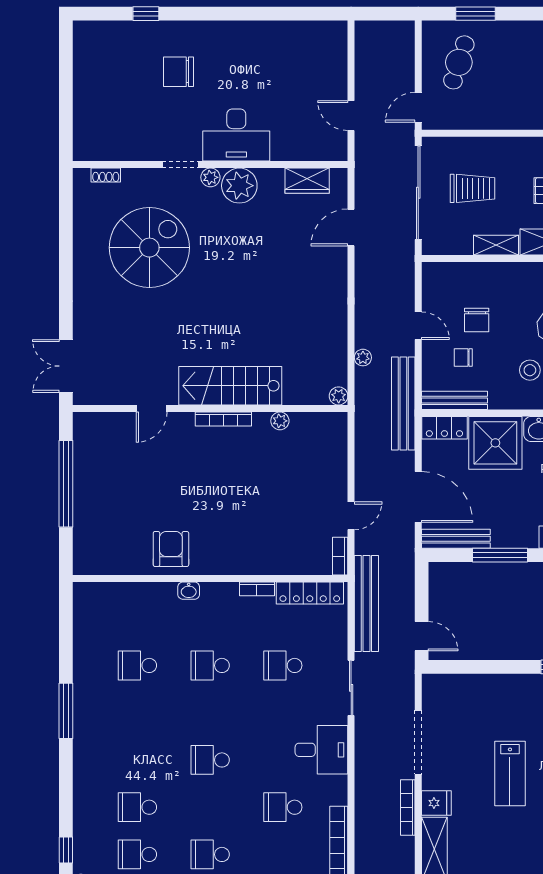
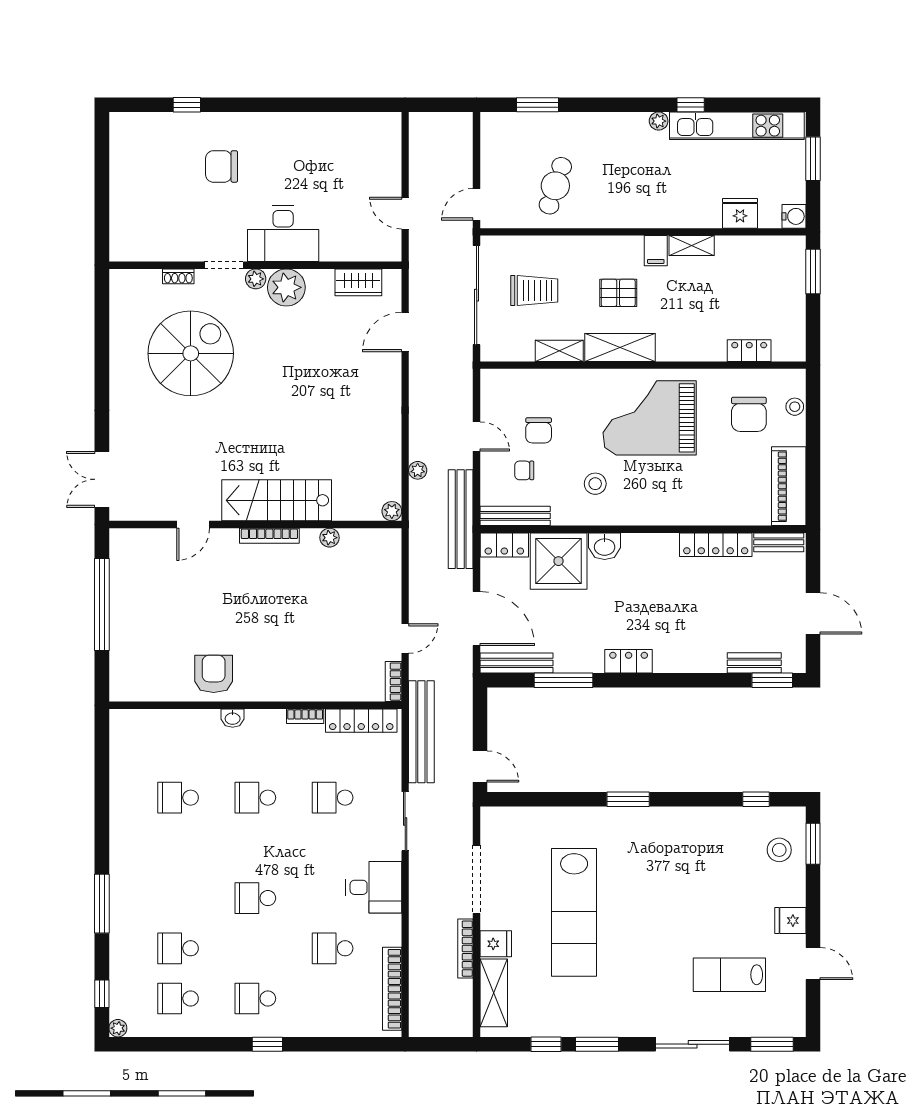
cafe table: (459, 62) -> (555, 186), moved
shoe rack: (106, 175) -> (178, 276), moved
window: (66, 711) -> (102, 904), moved
lab bench: (510, 773) -> (574, 912), width x1.86, depth x1.39

